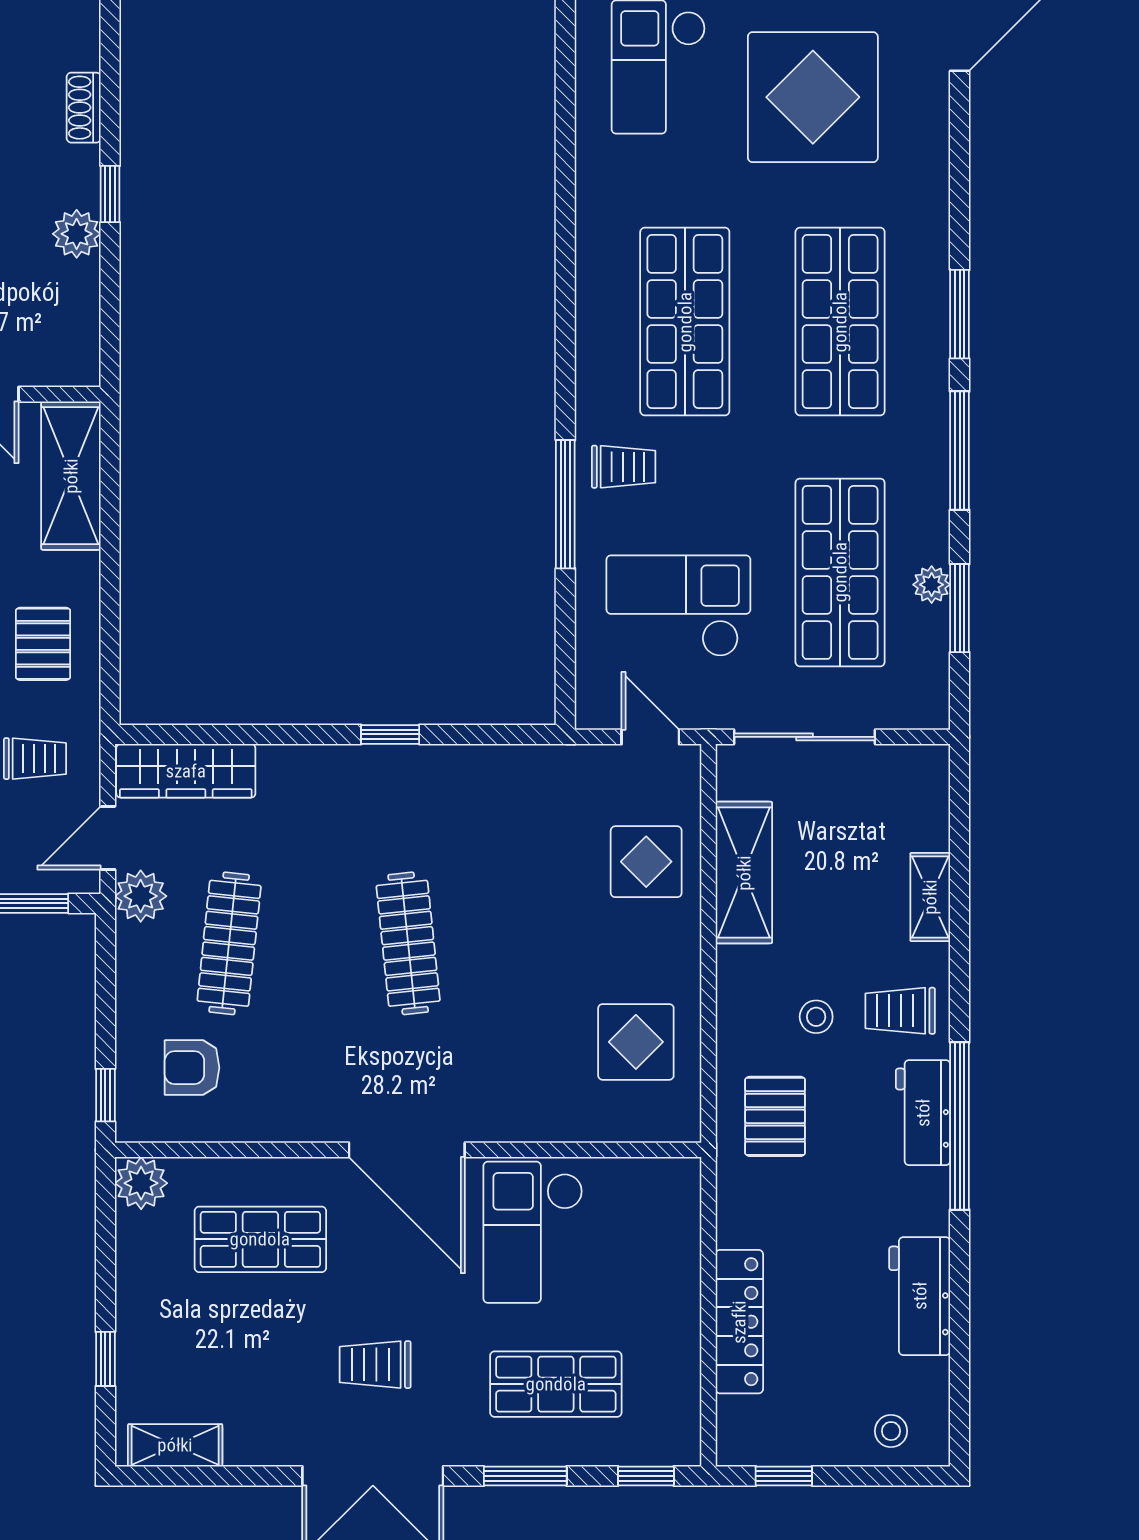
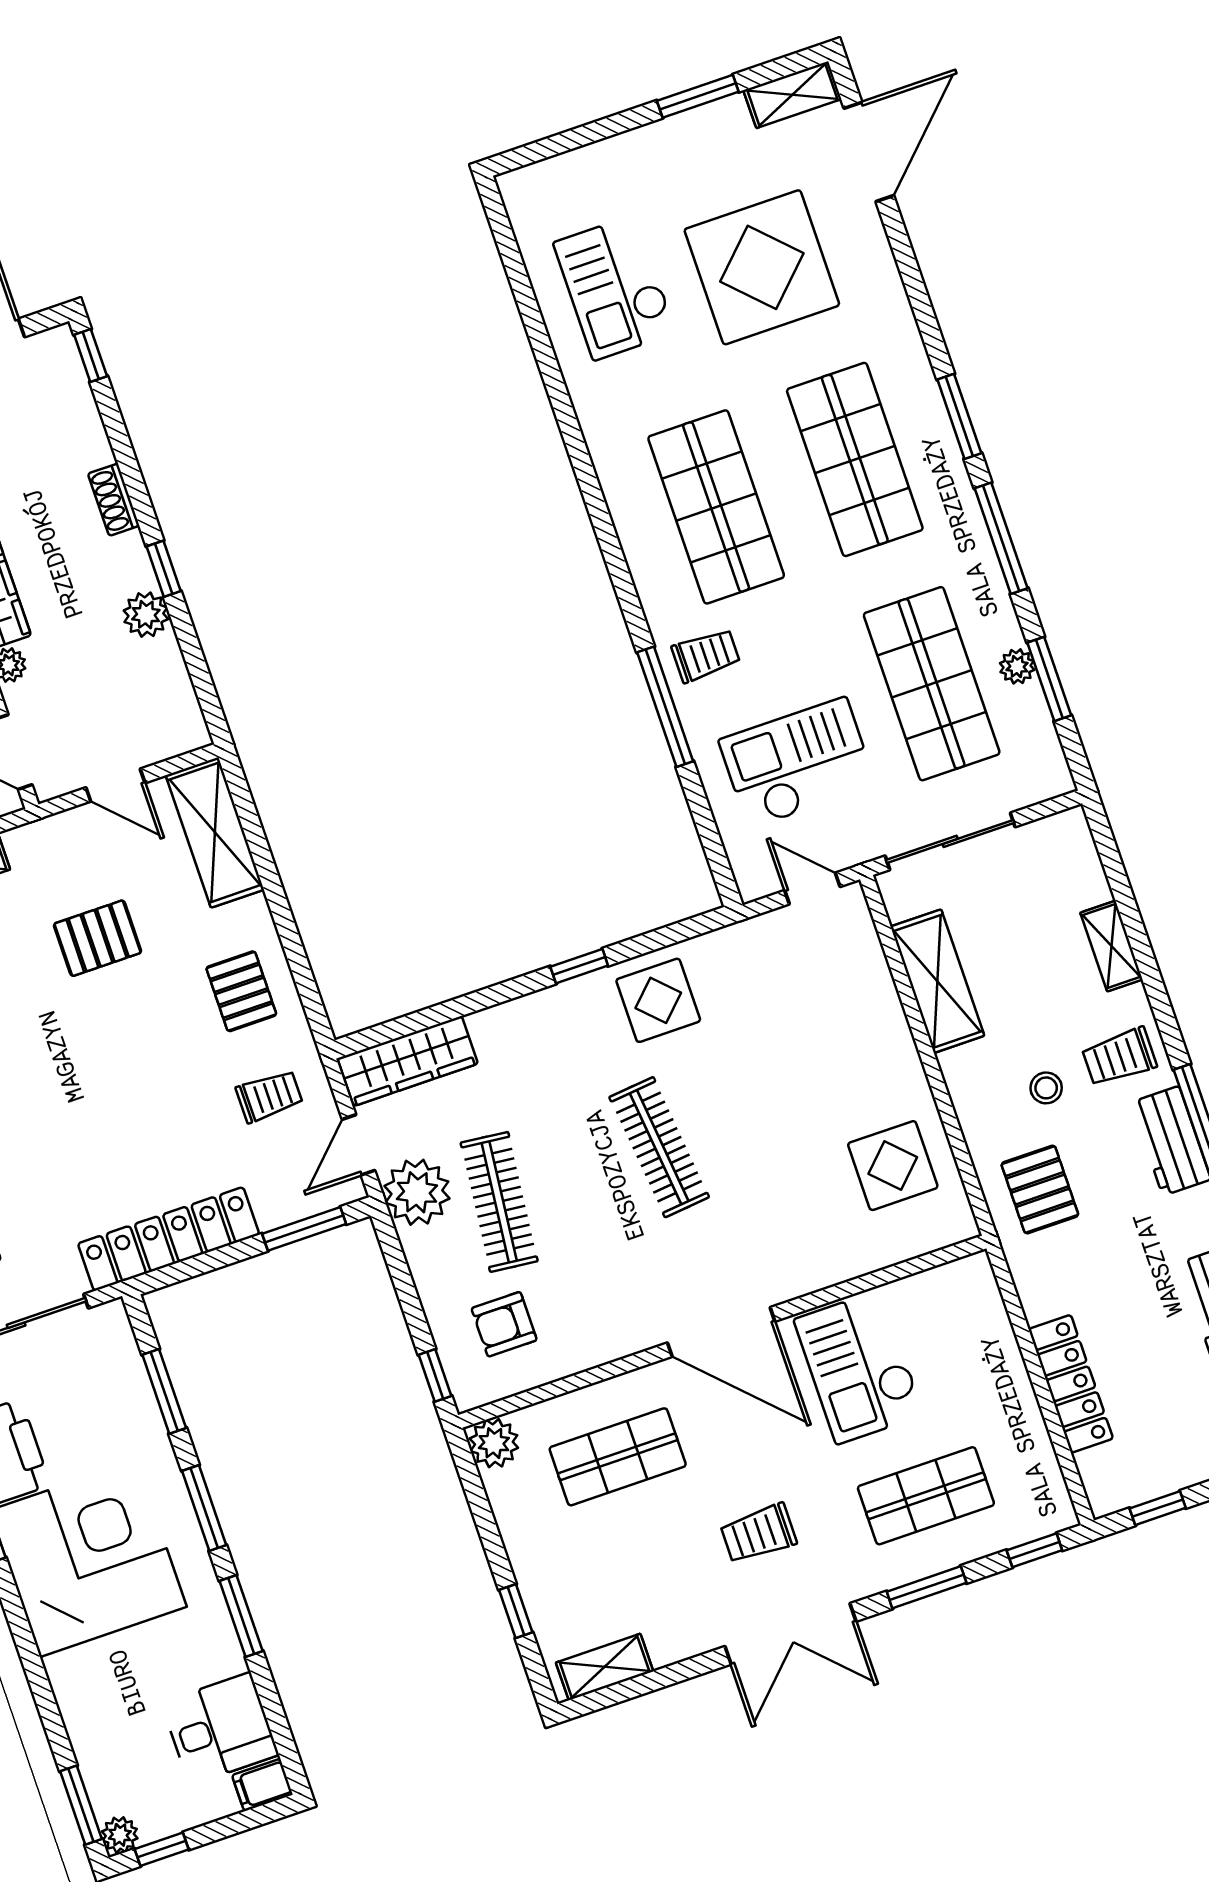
display table: (646, 862) -> (658, 1000), moved
plant: (141, 896) -> (417, 1192), width x1.36, depth x1.36

